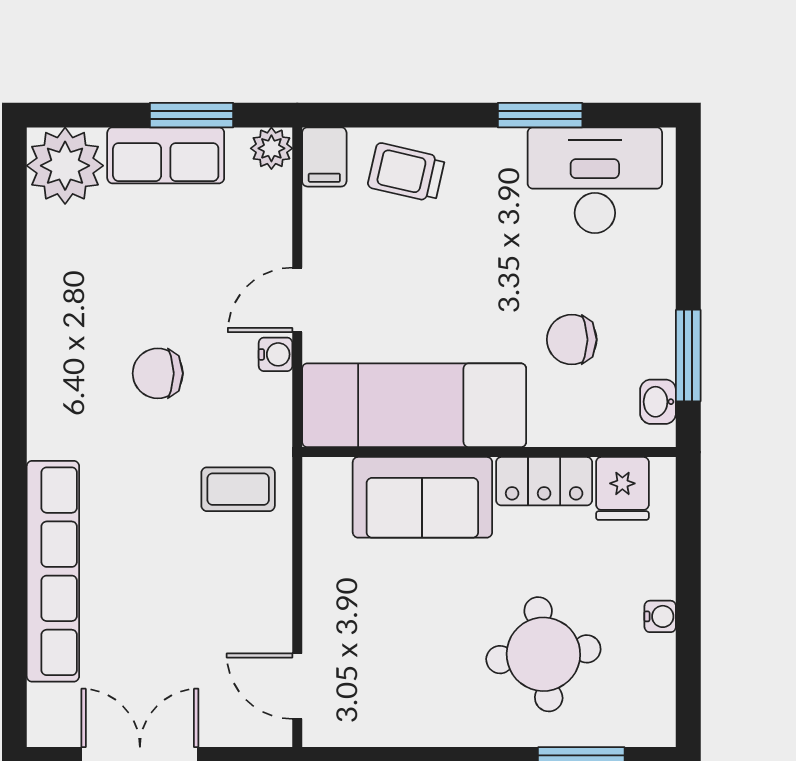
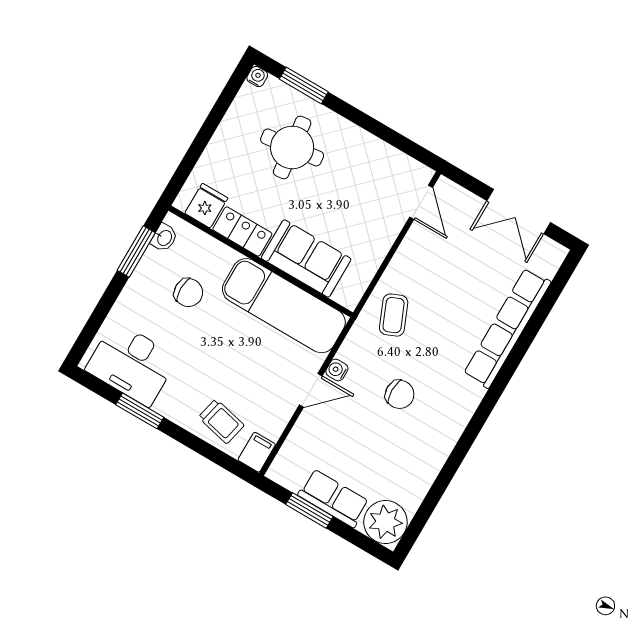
plant: (271, 148) -> (280, 472), removed
coffee table: (238, 489) -> (394, 315), turned 67
water cooler: (660, 616) -> (257, 77), moved, turned 90

